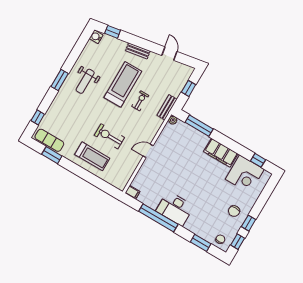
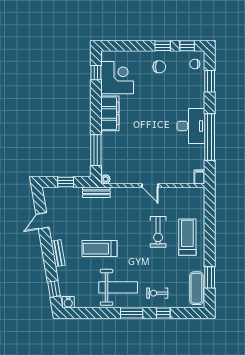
weight bench: (85, 81) -> (118, 287), width x1.36, depth x1.33
treadmill: (123, 84) -> (99, 249), width x0.73, depth x0.73
exercise bike: (140, 101) -> (157, 293), moved
window: (38, 117) -> (163, 313), moved

